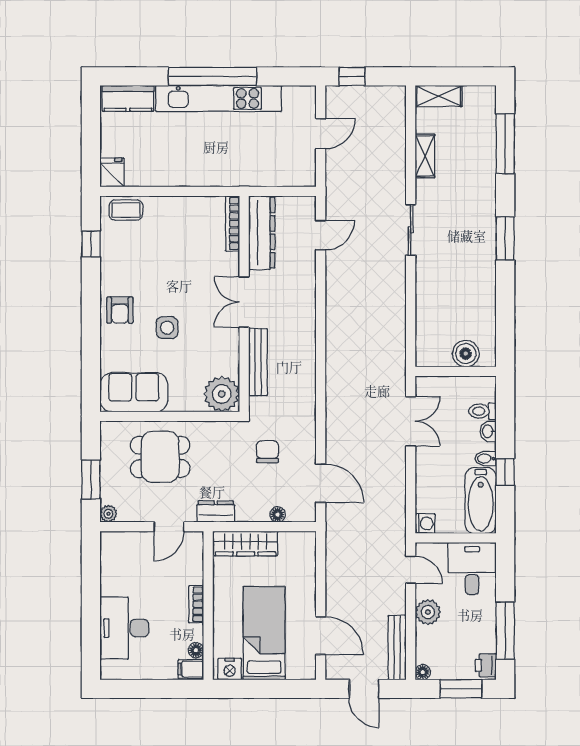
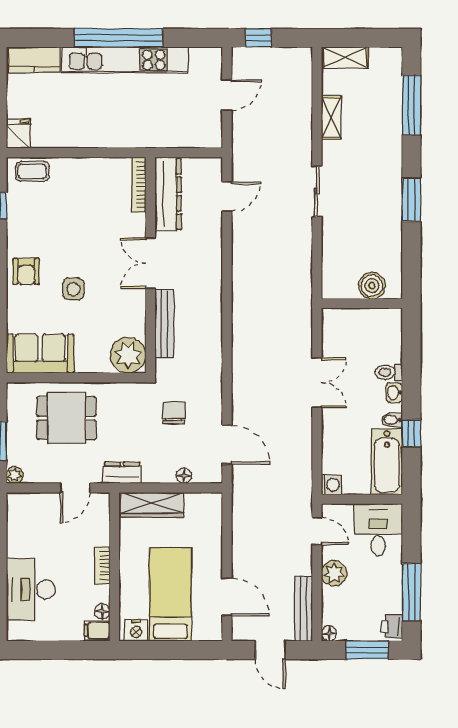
boiler: (466, 354) -> (372, 286), moved
wall: (456, 371) -> (362, 303), moved

